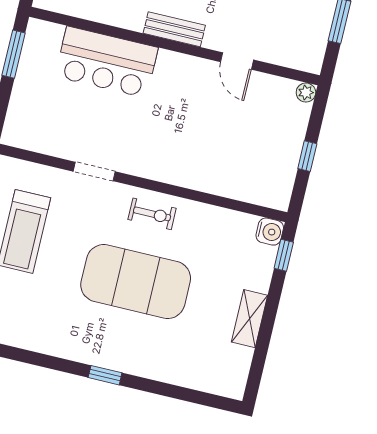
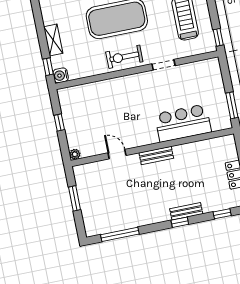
exercise bike: (152, 214) -> (124, 57), width x1.38, depth x1.39
shelving: (249, 319) -> (53, 40), moved

